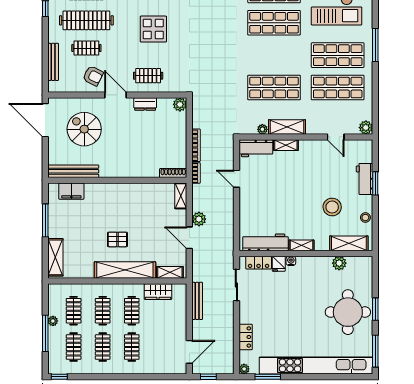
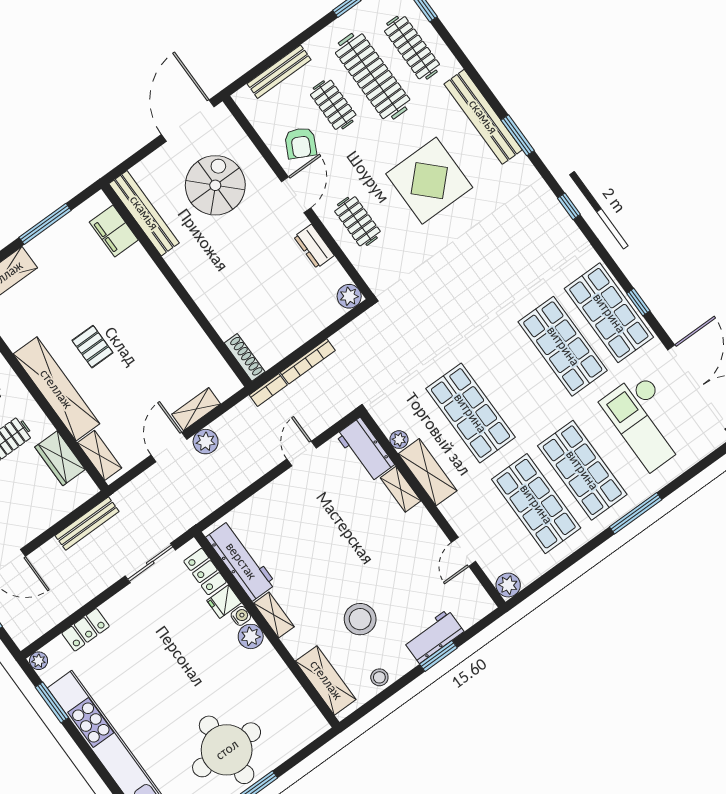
display table: (153, 29) -> (429, 181), width x1.36, depth x1.36
shelving: (181, 196) -> (196, 409), moved
plant: (339, 263) -> (251, 636), moved

